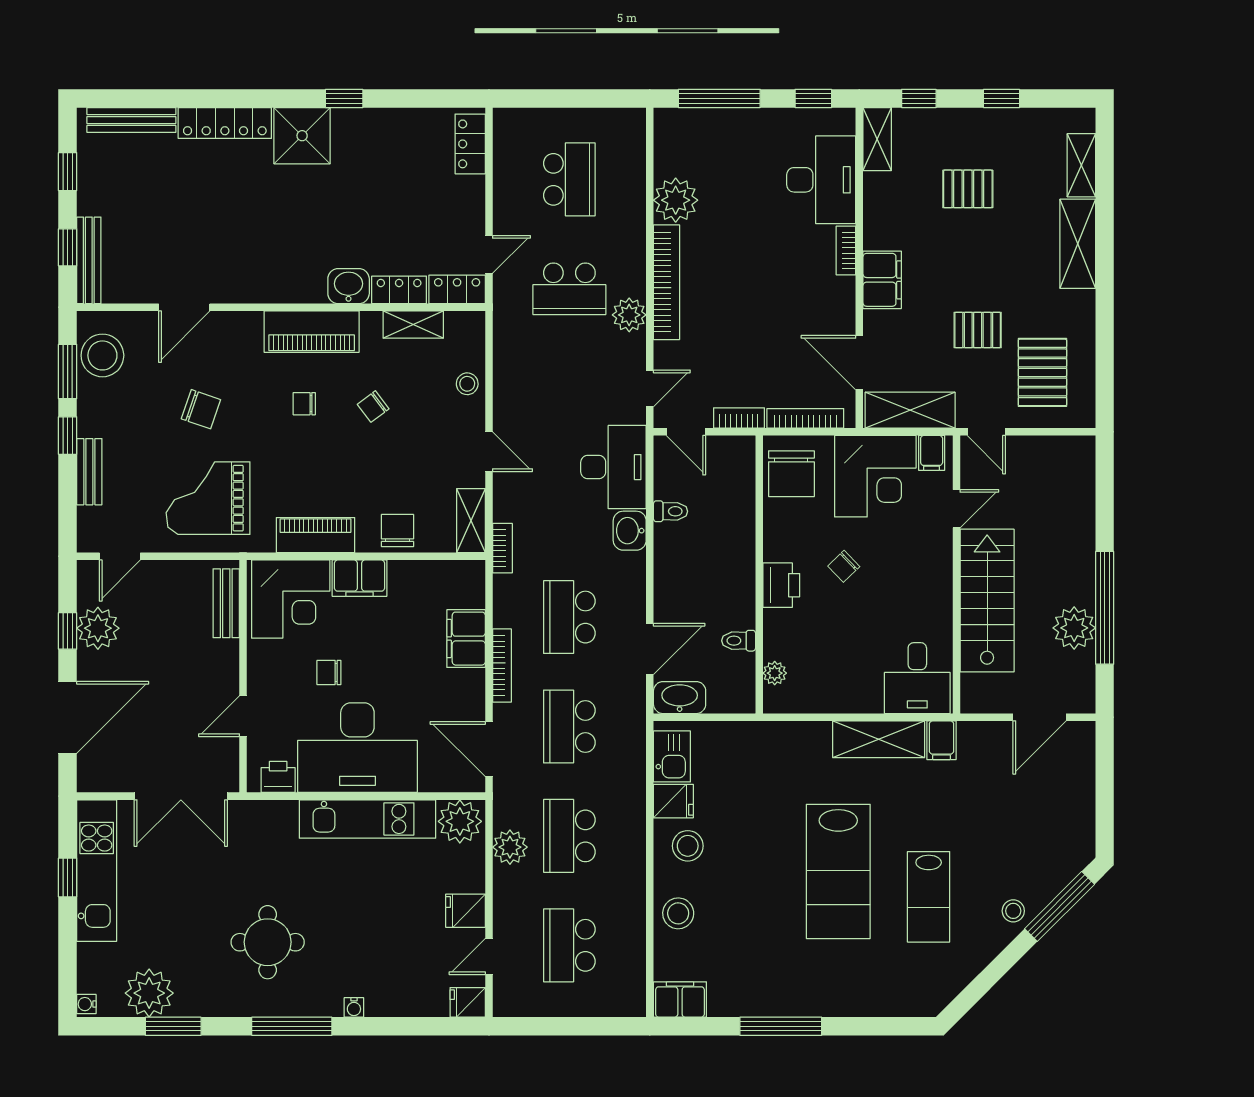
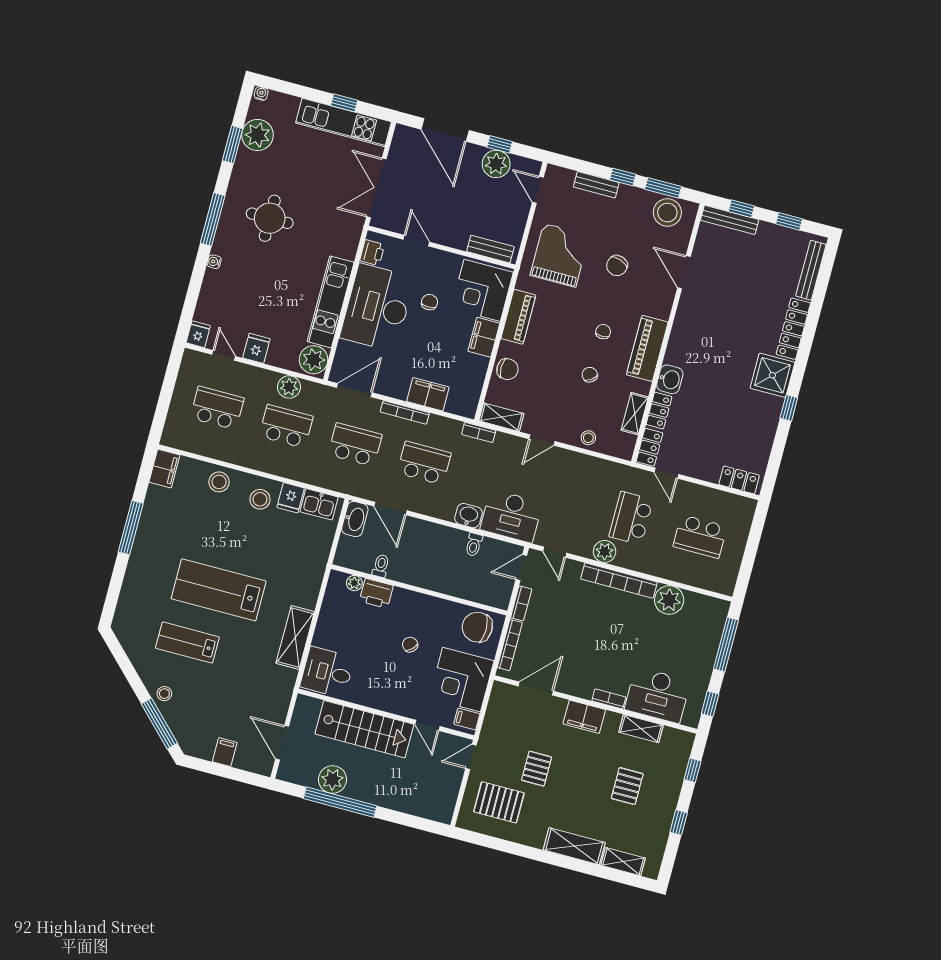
shelving: (877, 139) -> (641, 729), moved
shelving: (910, 410) -> (497, 713), removed
printer: (781, 585) -> (376, 593), moved
filing cabinet: (941, 740) -> (225, 752), moved, turned 90

